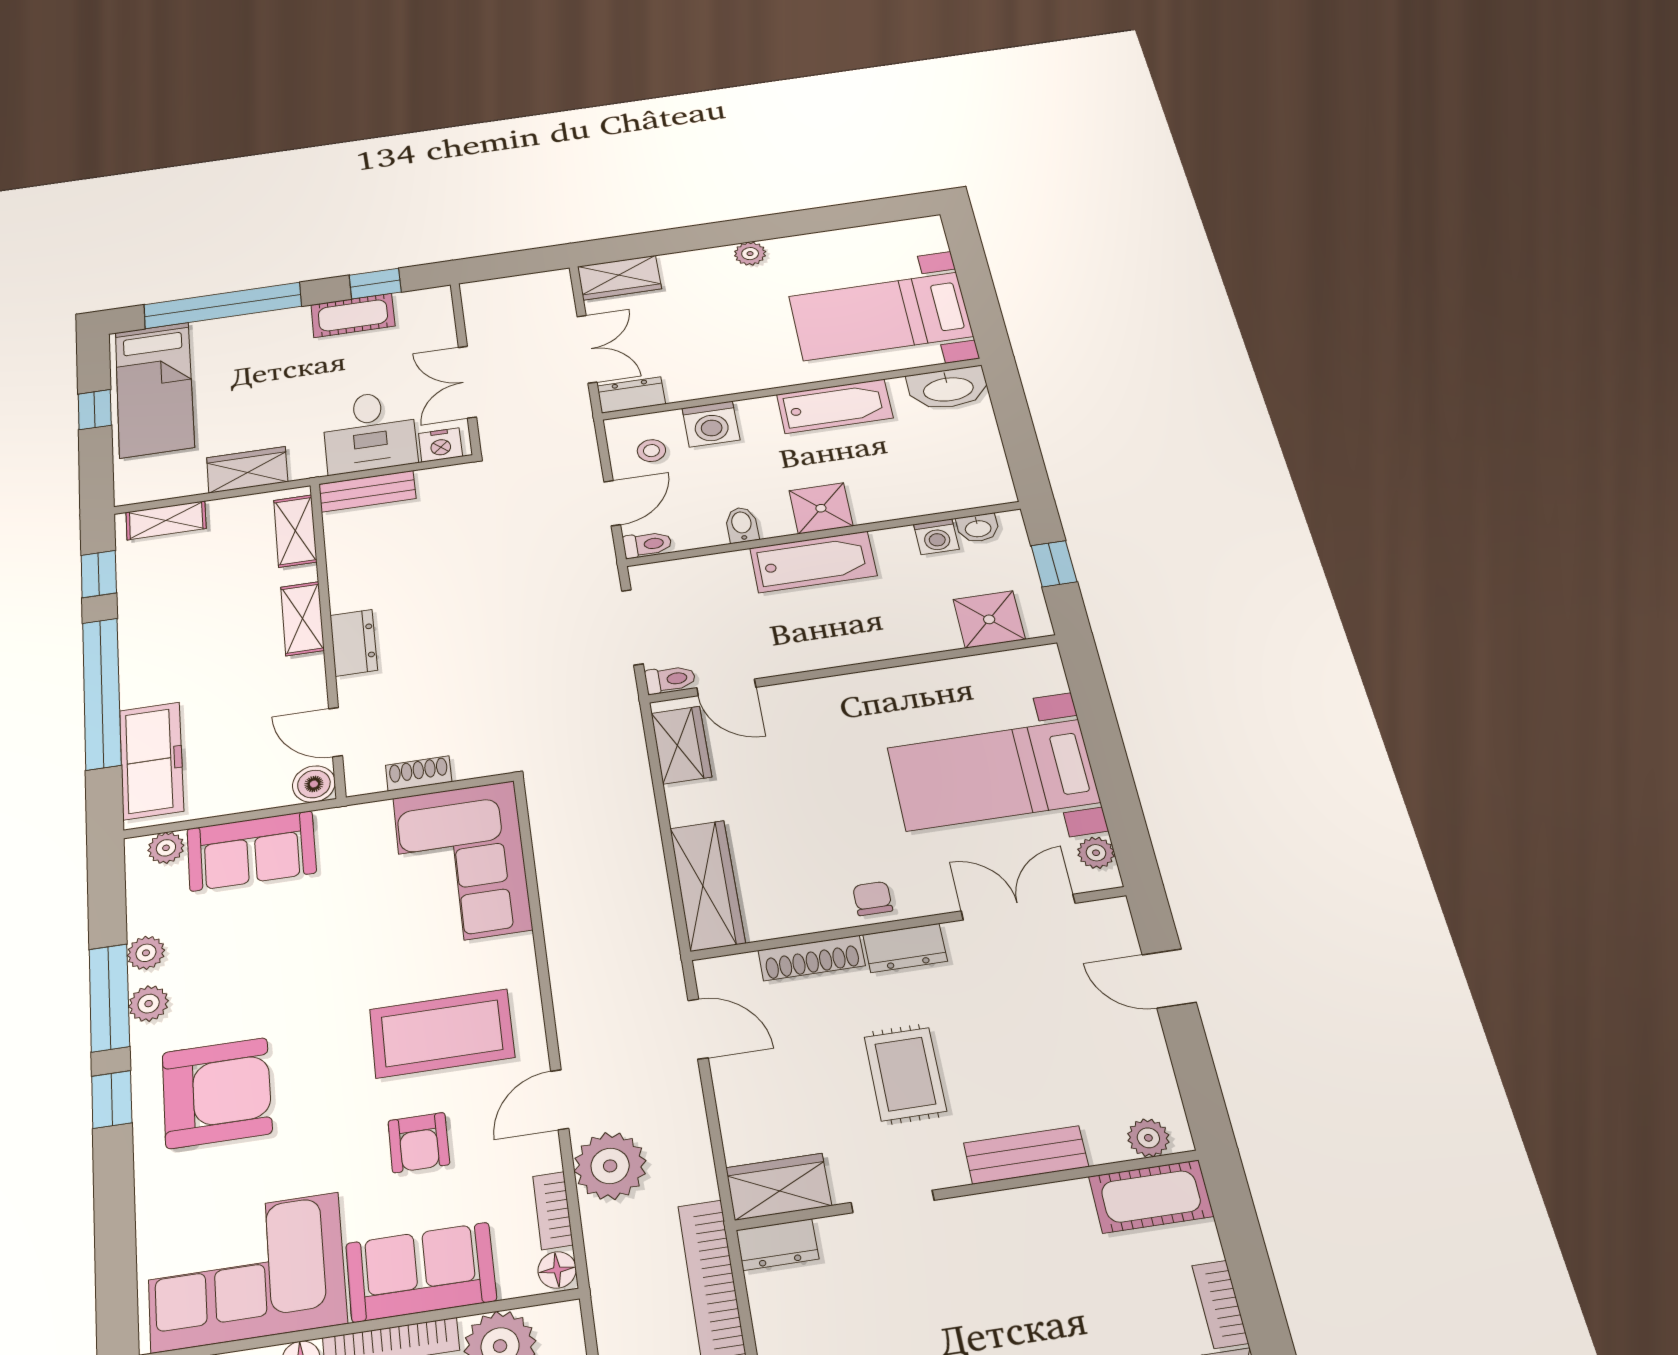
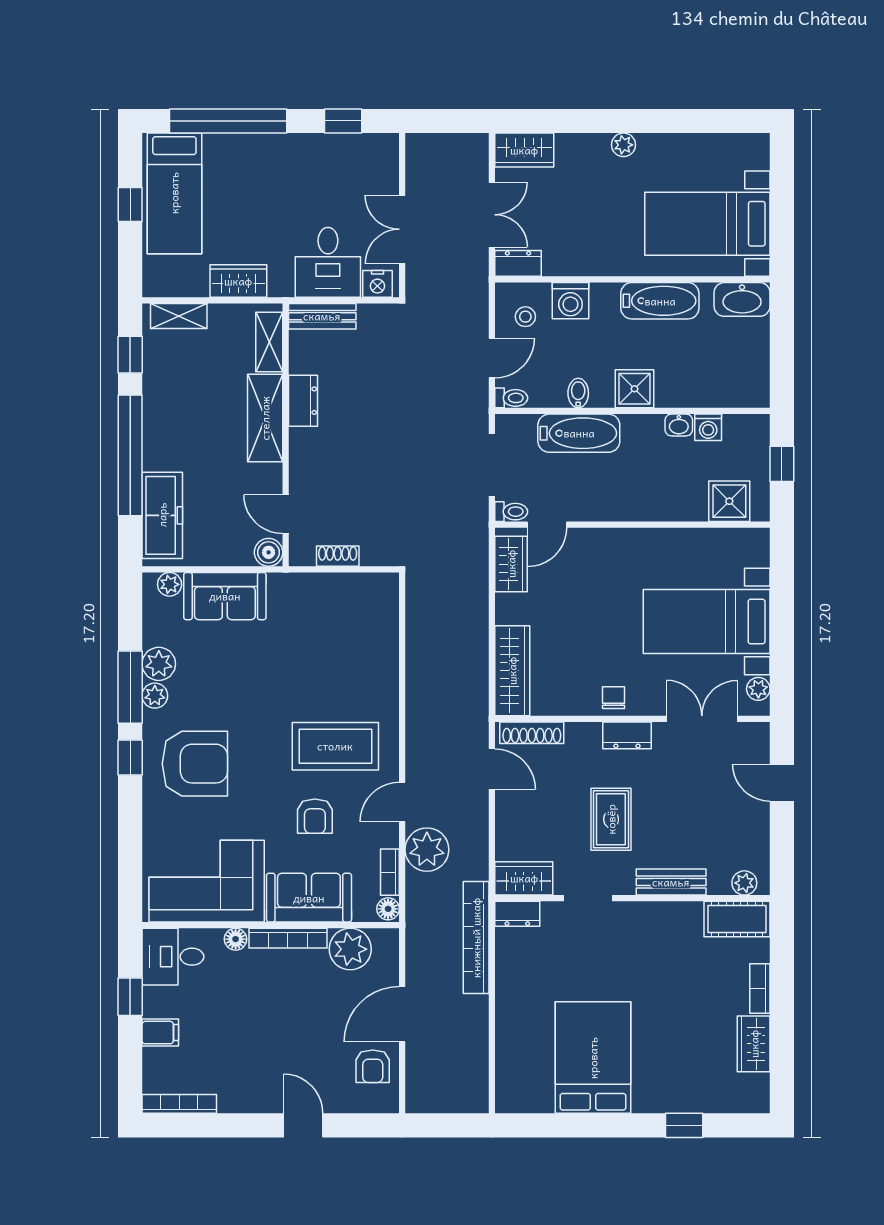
cot: (353, 315) -> (324, 149), removed
washbasin: (978, 528) -> (679, 425), moved
bathtub: (813, 562) -> (579, 433), moved
shelving: (302, 619) -> (265, 418), width x1.50, depth x1.33
dresser: (354, 643) -> (303, 401), moved
door: (726, 687) -> (547, 525), hinge flipped
corner sofa: (462, 863) -> (359, 628), removed
plant: (146, 953) -> (159, 664), width x1.38, depth x1.38
shoe rack: (812, 958) -> (532, 733), moved

